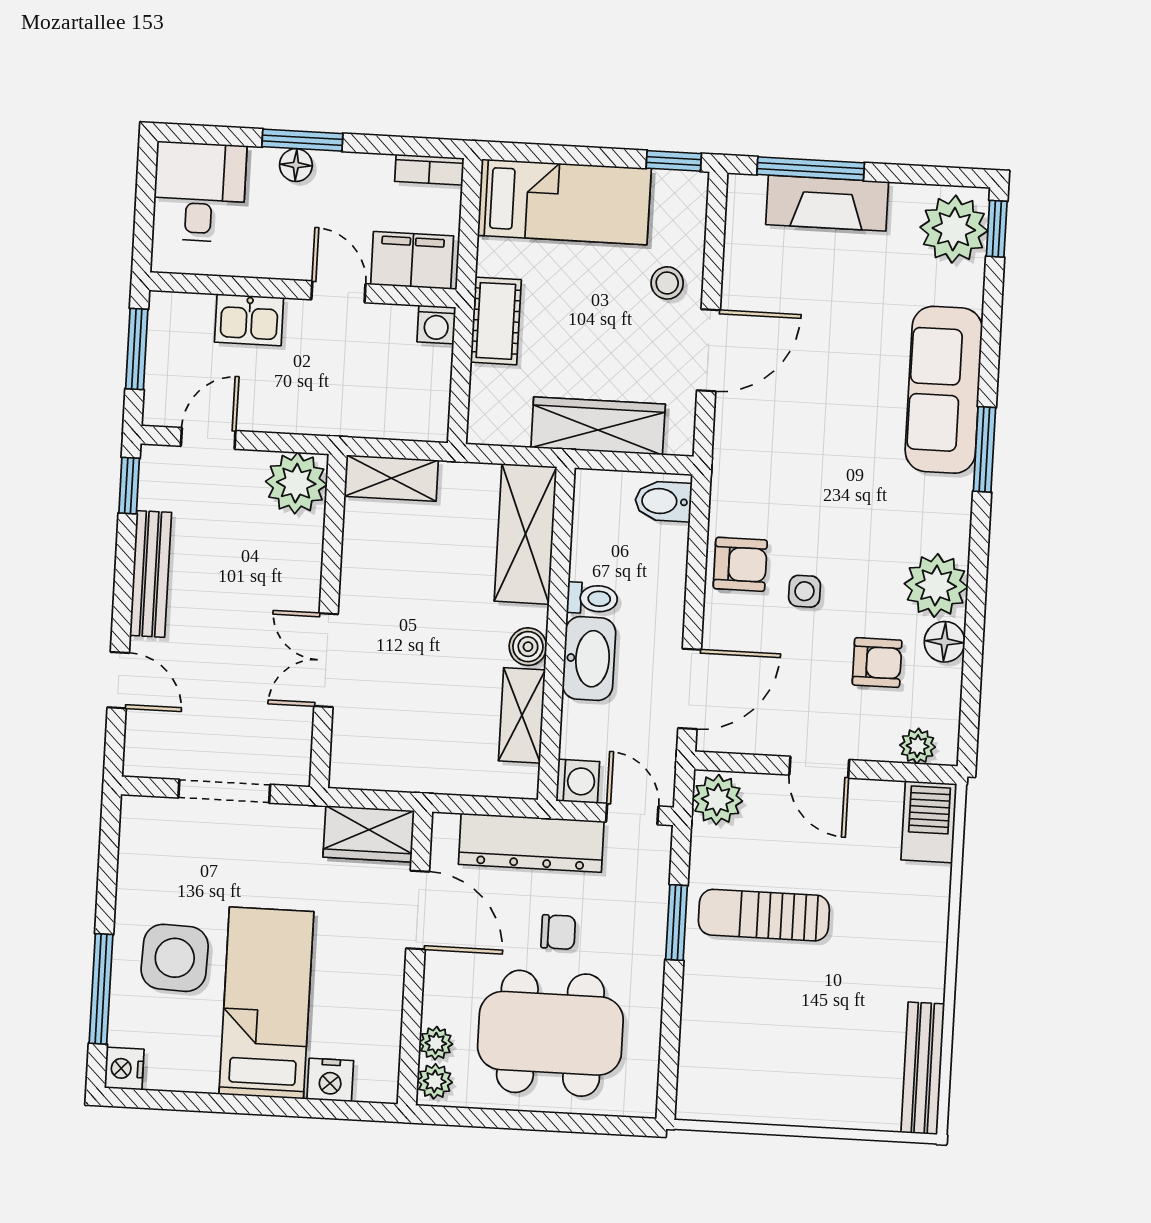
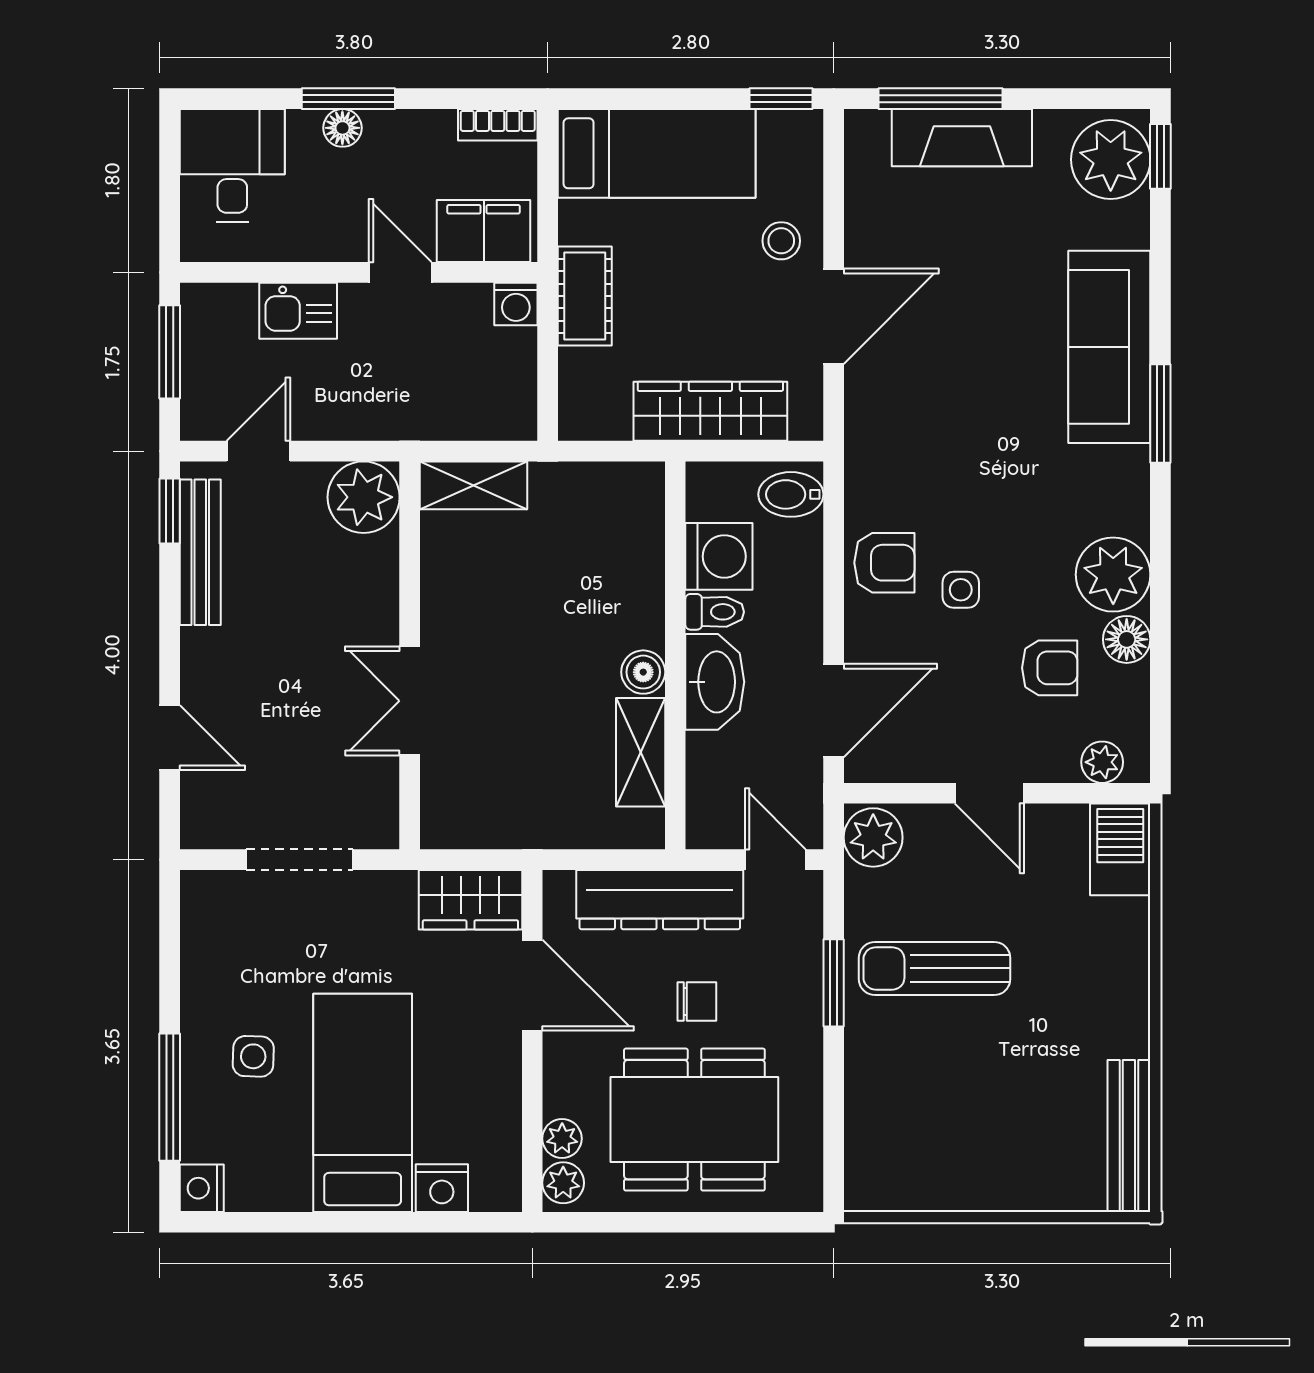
shelving: (525, 534) -> (633, 541), removed
bench: (151, 574) -> (200, 552), moved
washing machine: (578, 781) -> (719, 556), moved, width x1.38, depth x1.38
side table: (175, 958) -> (253, 1056), width x0.54, depth x0.54

